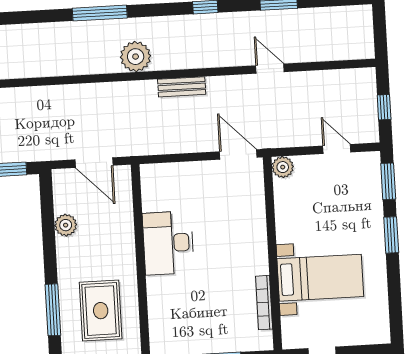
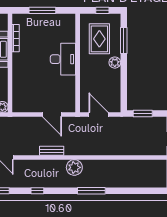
door: (238, 154) -> (52, 115), moved
plant: (66, 225) -> (115, 63), moved
desk: (168, 243) -> (63, 59), moved

